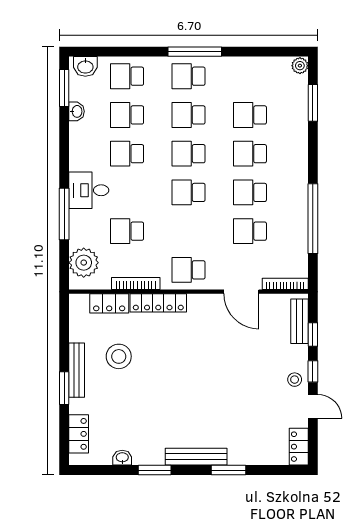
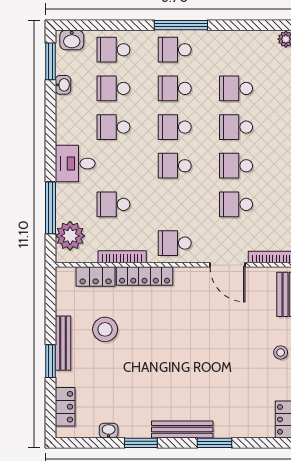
window: (64, 214) -> (51, 208), moved

